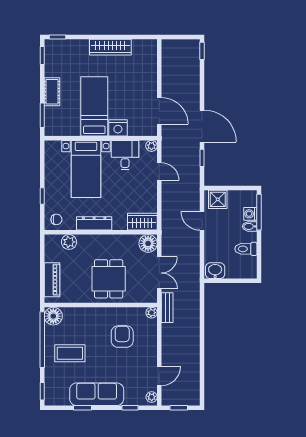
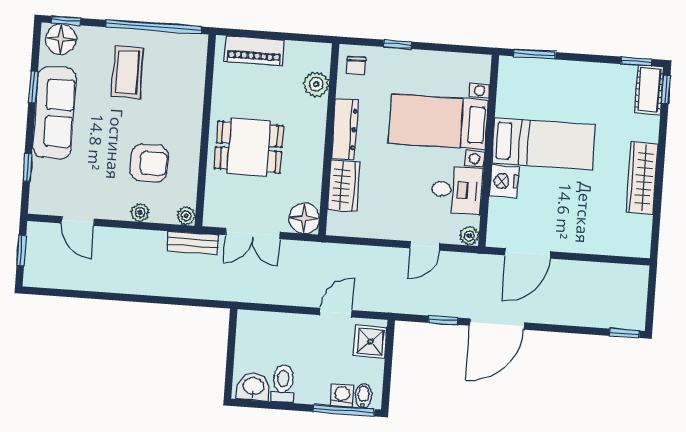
cot: (52, 92) -> (649, 90), moved, turned 90
wardrobe: (142, 222) -> (344, 186), moved
bidet: (250, 226) -> (363, 396), moved
washbasin: (215, 271) -> (253, 387), moved, turned -90
floor lamp: (53, 316) -> (61, 39), moved
plant: (152, 397) -> (140, 213), moved

